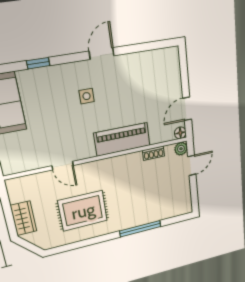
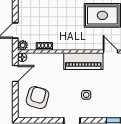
armchair: (155, 80) -> (38, 98), added
piano: (122, 139) -> (83, 61), moved

